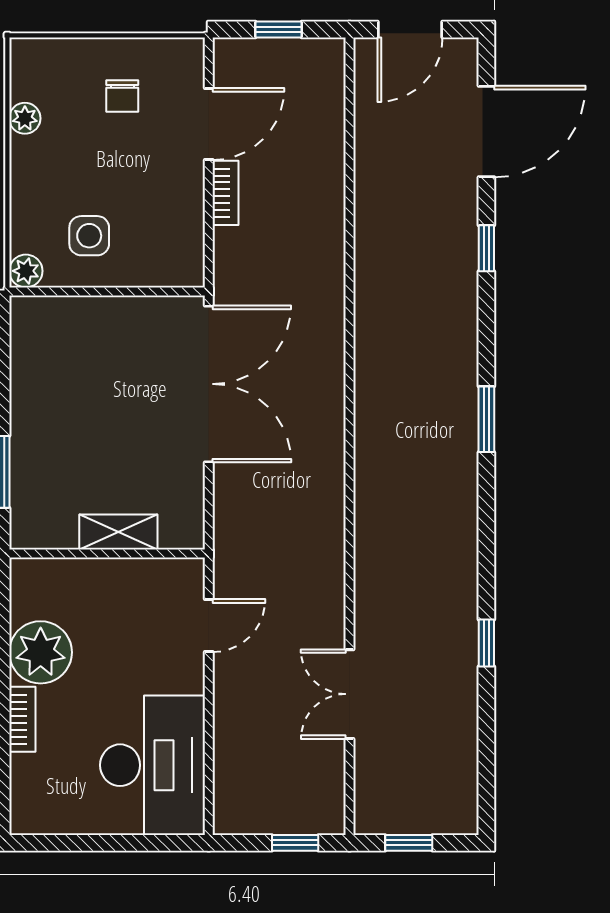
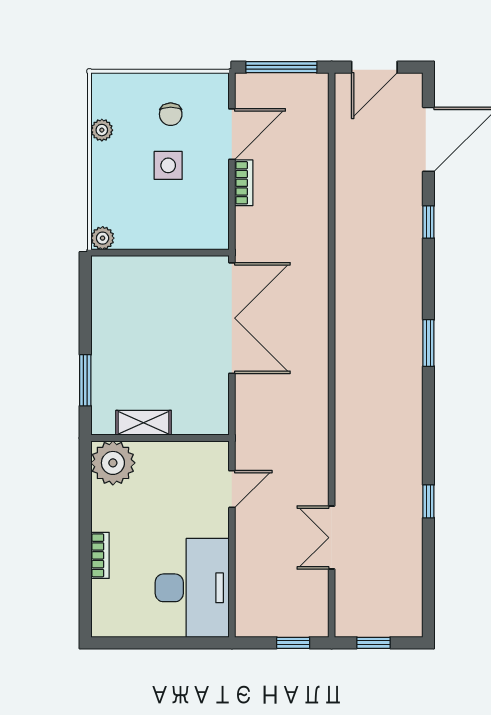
window: (279, 29) -> (281, 67), width x2.17
side table: (89, 236) -> (168, 165), moved
shelving: (118, 532) -> (144, 423), moved
plant: (41, 652) -> (113, 463), moved

